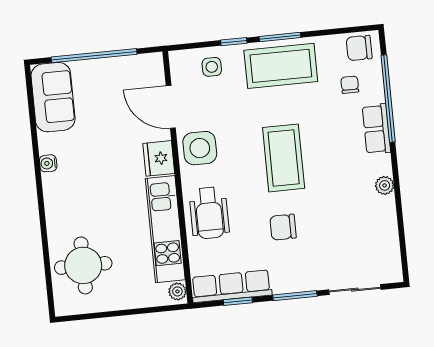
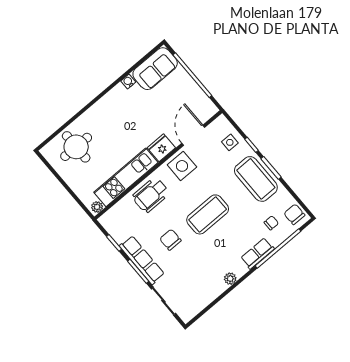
water cooler: (48, 163) -> (128, 82), moved
row of seats: (231, 286) -> (142, 260), moved

